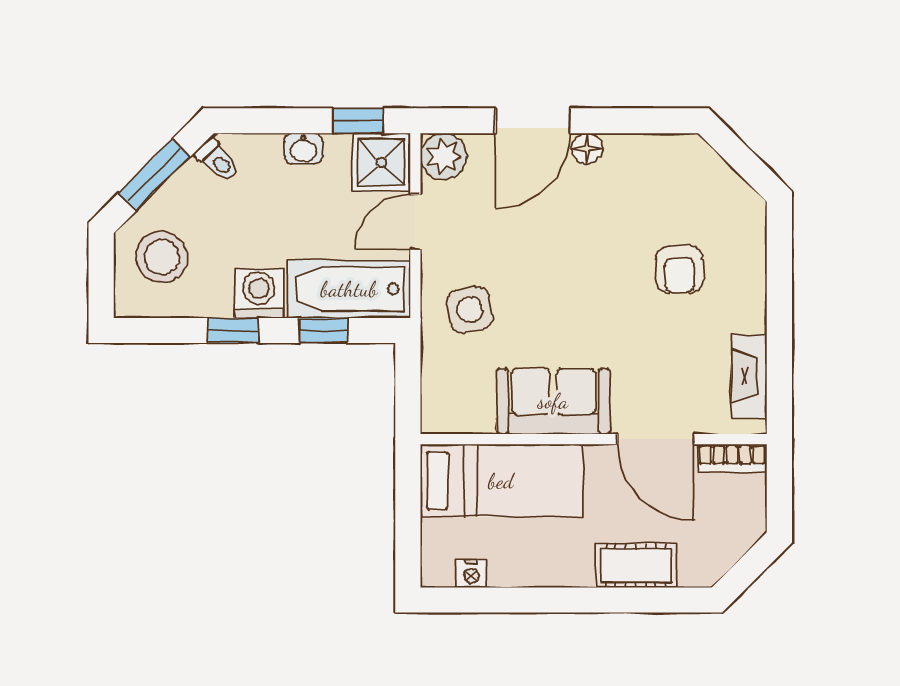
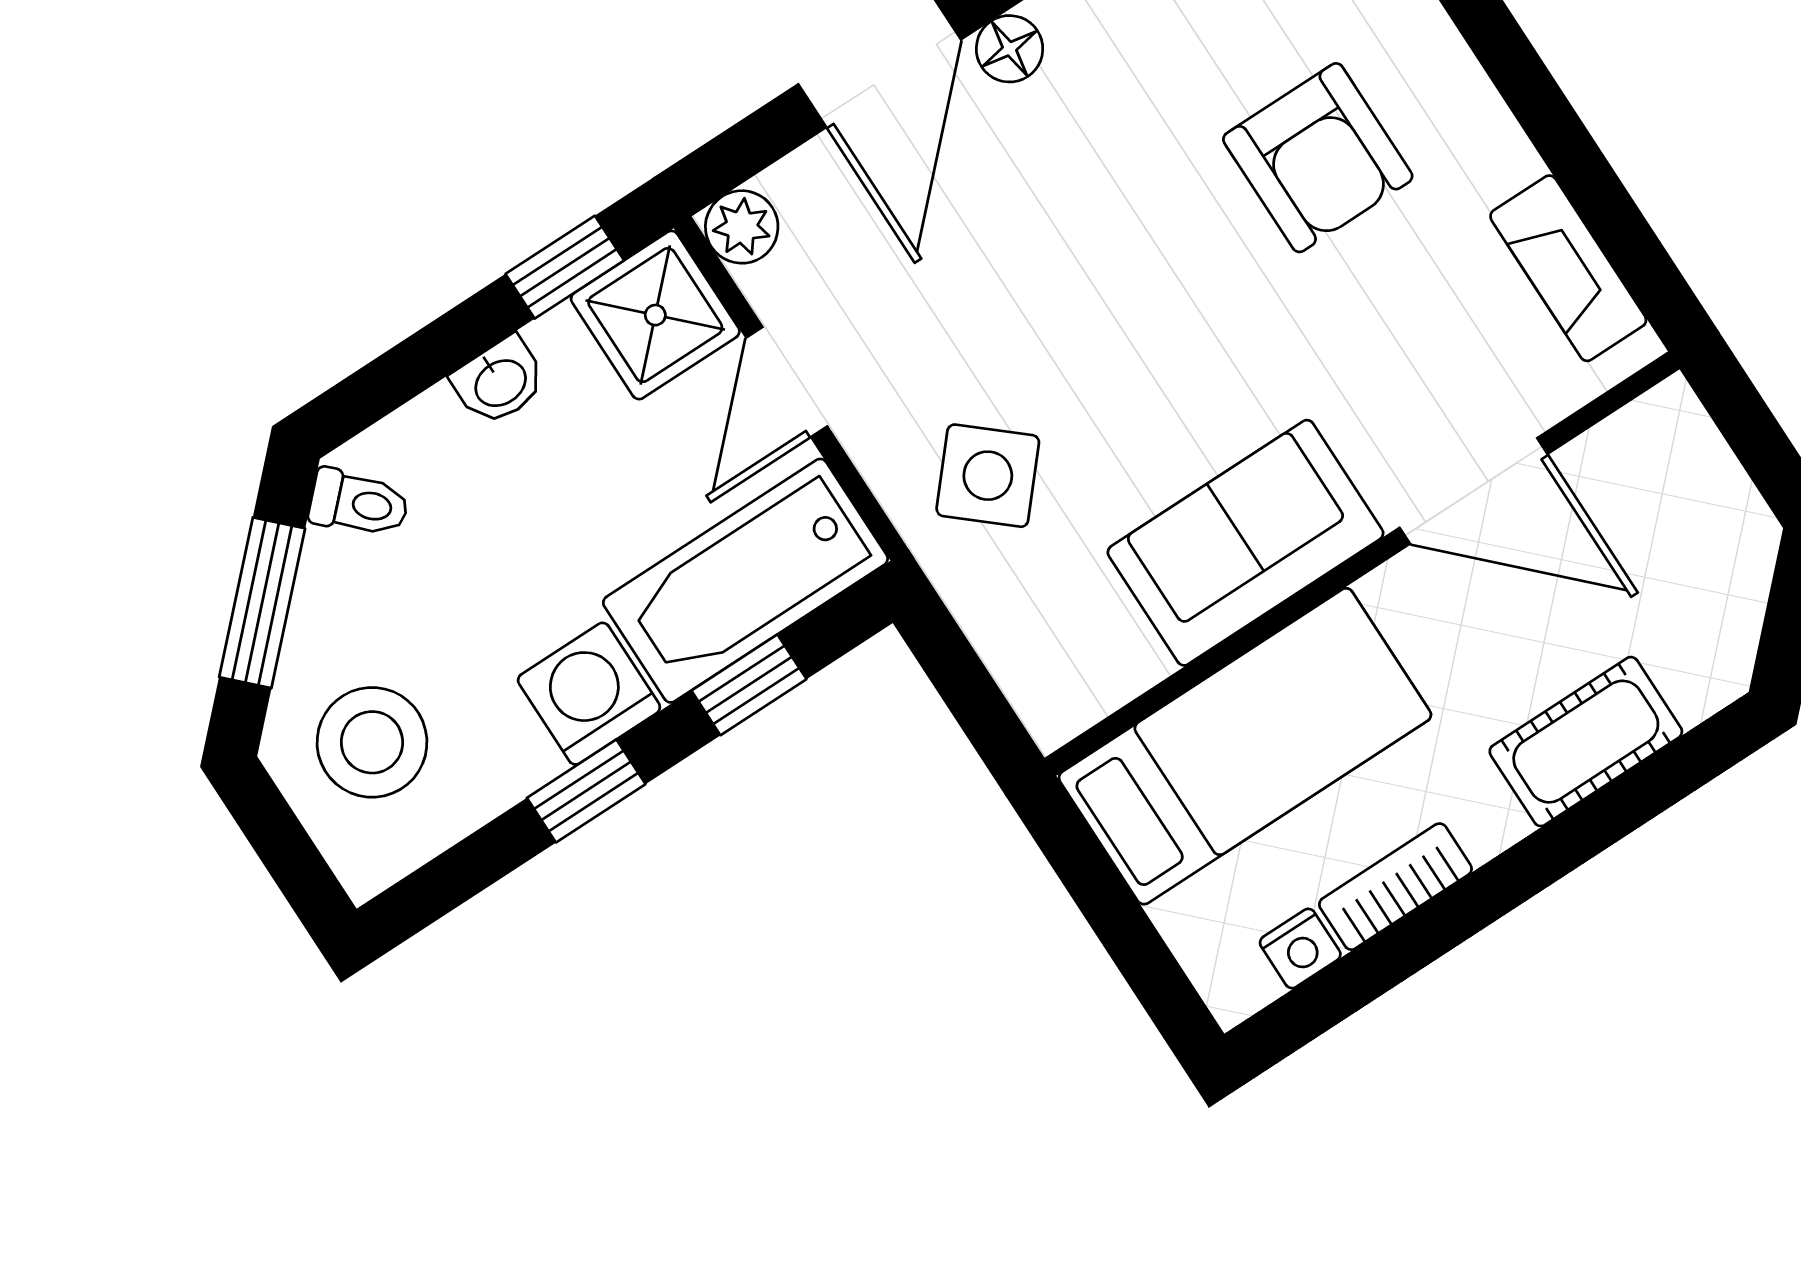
plant: (444, 156) -> (742, 227), width x0.73, depth x0.73
armchair: (680, 270) -> (1318, 158), width x1.38, depth x1.38
side table: (470, 310) -> (988, 476), turned -38
bookcase: (732, 458) -> (1395, 887), moved, turned 180

